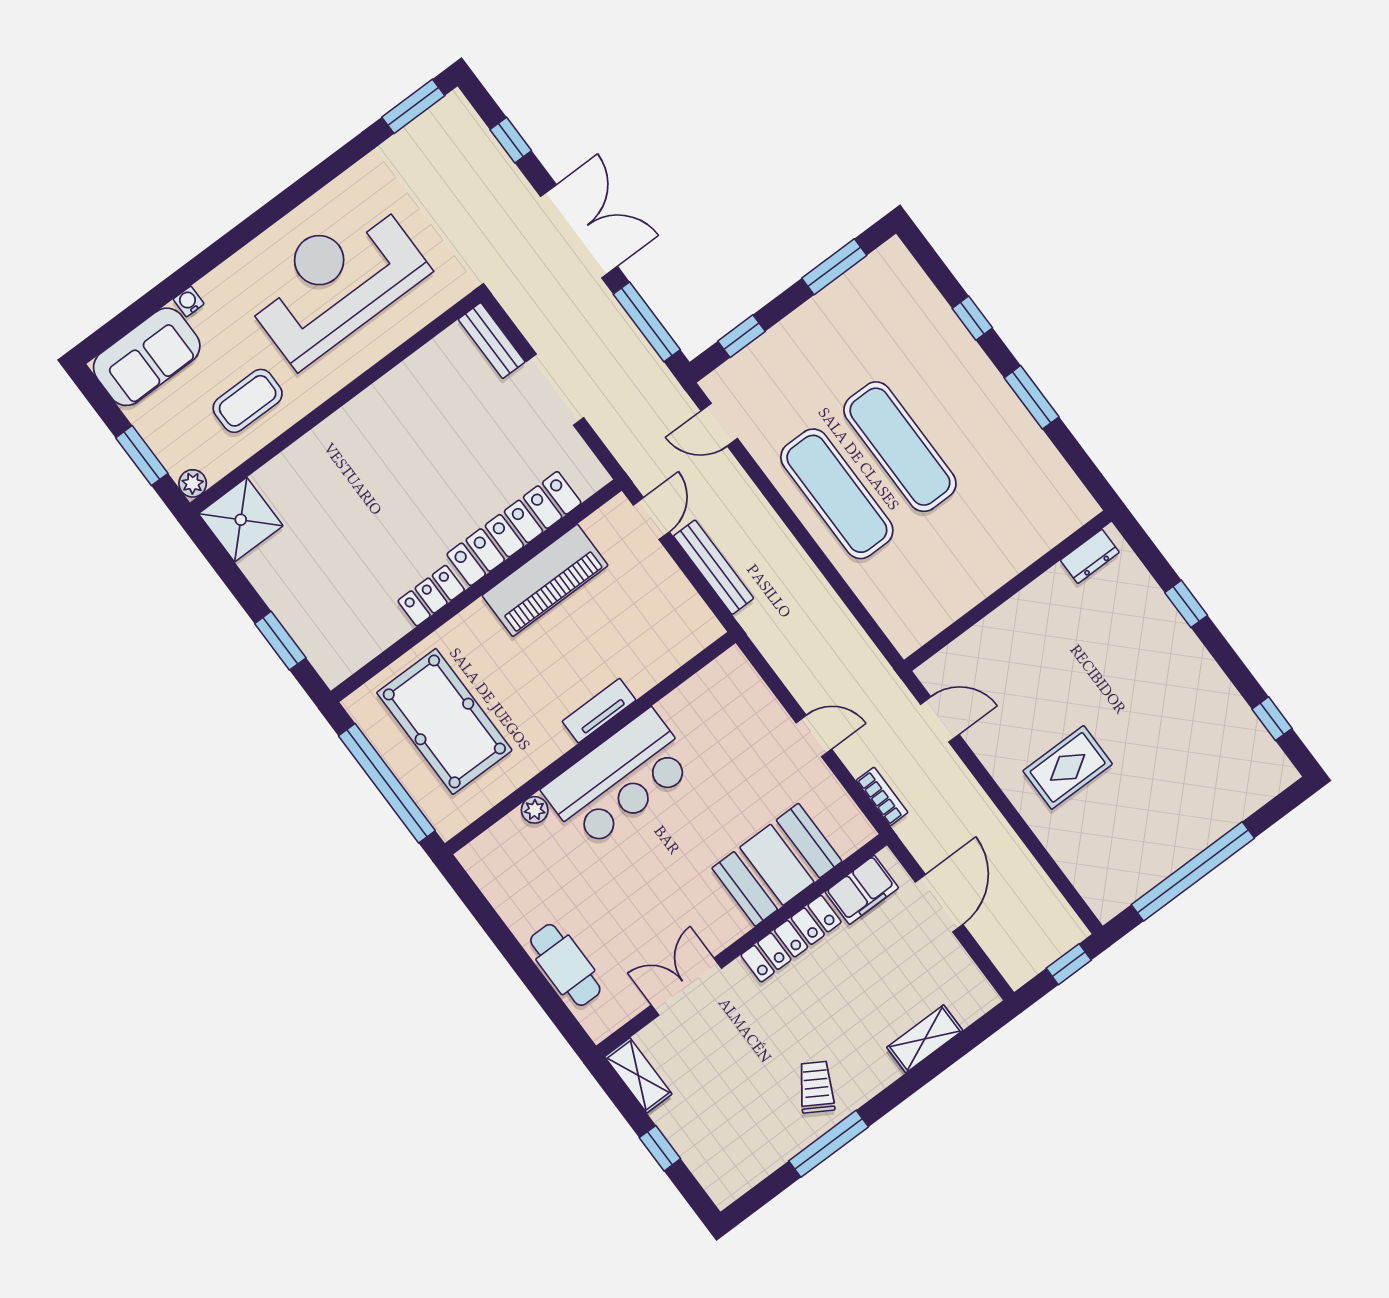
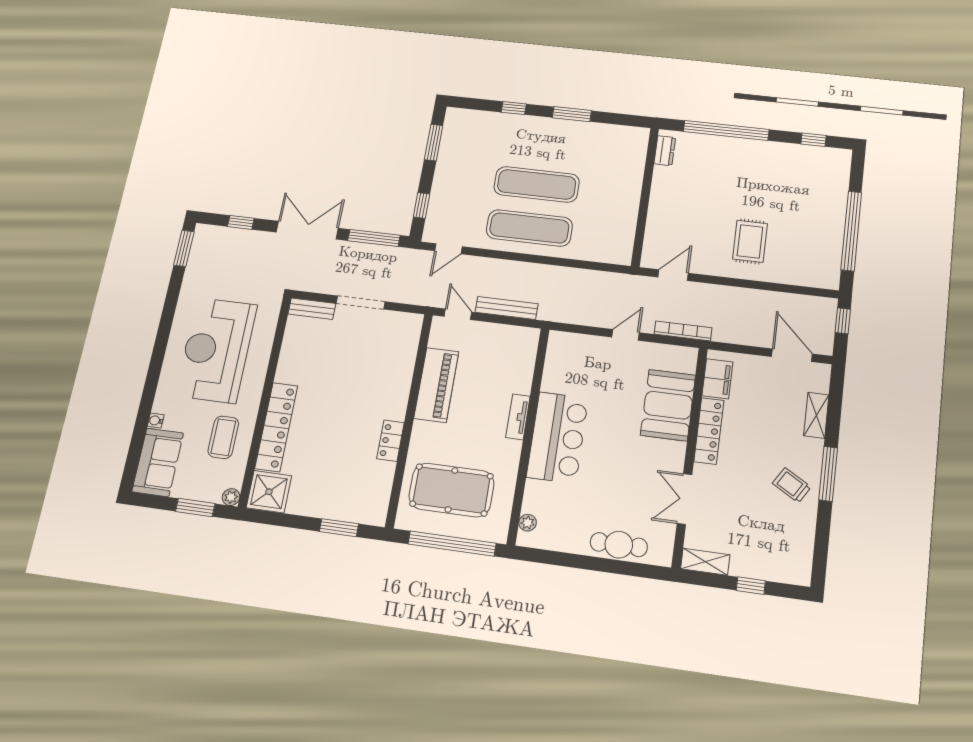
locker: (514, 529) -> (276, 427), moved, turned 180
window: (1186, 604) -> (726, 130), width x3.17
bookcase: (882, 796) -> (683, 331), width x1.56
plant: (535, 810) -> (528, 523), moved
door: (939, 903) -> (792, 355), moved
window: (829, 1144) -> (828, 474), moved

